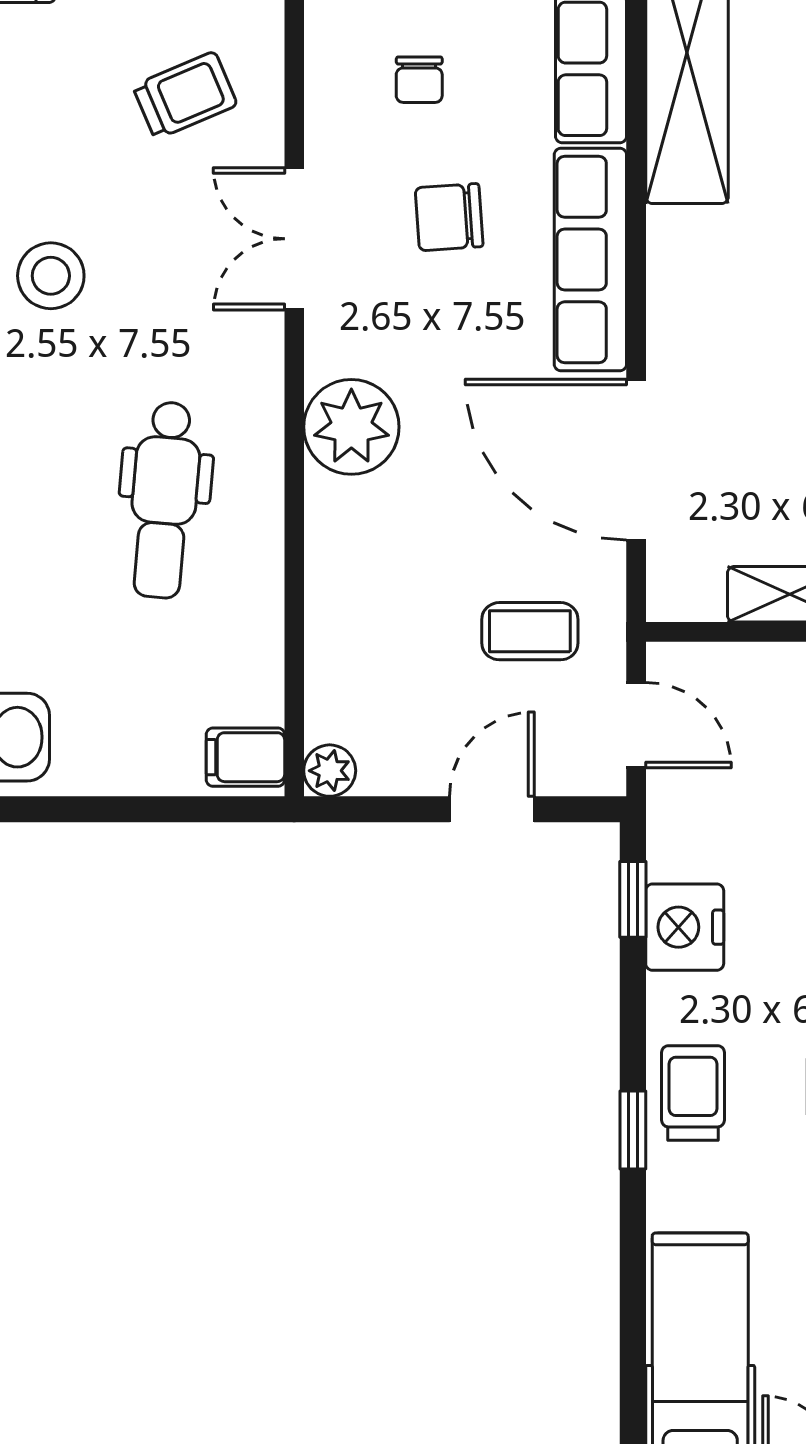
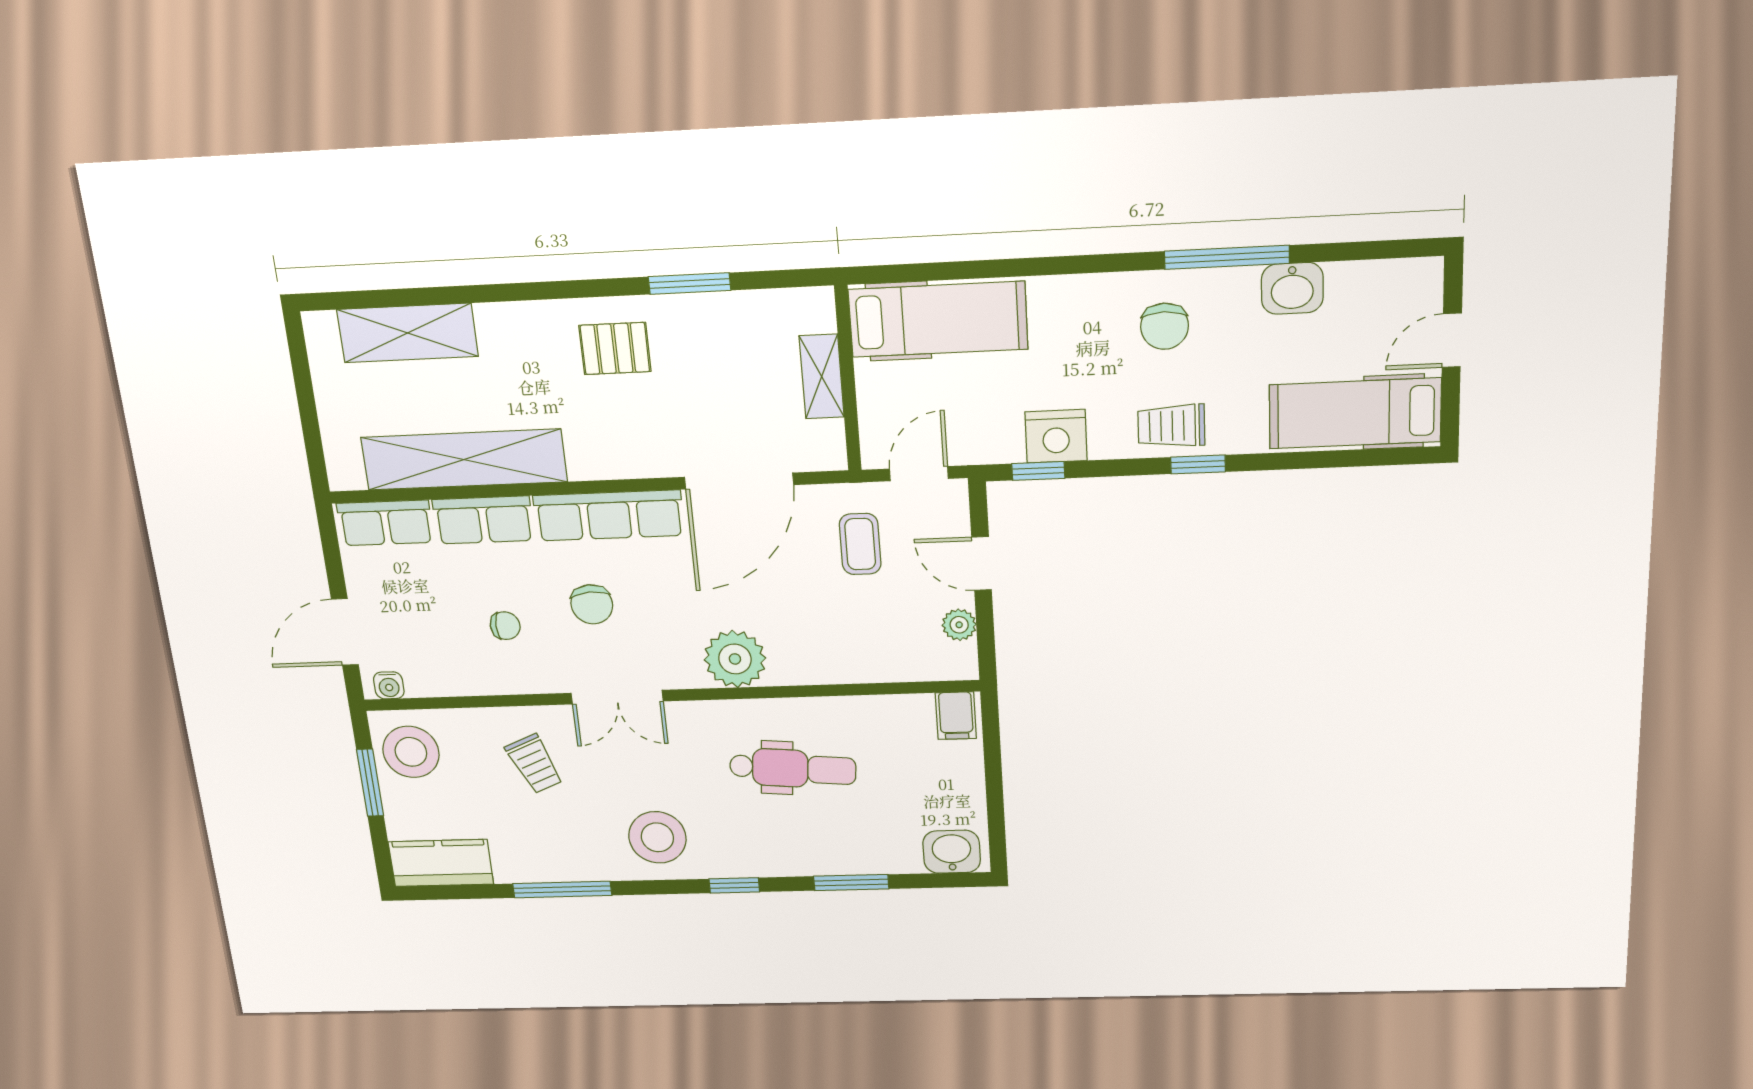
trolley: (185, 95) -> (534, 764), turned 180
stool: (51, 276) -> (657, 837), width x1.38, depth x1.38
plant: (330, 771) -> (959, 625), moved

